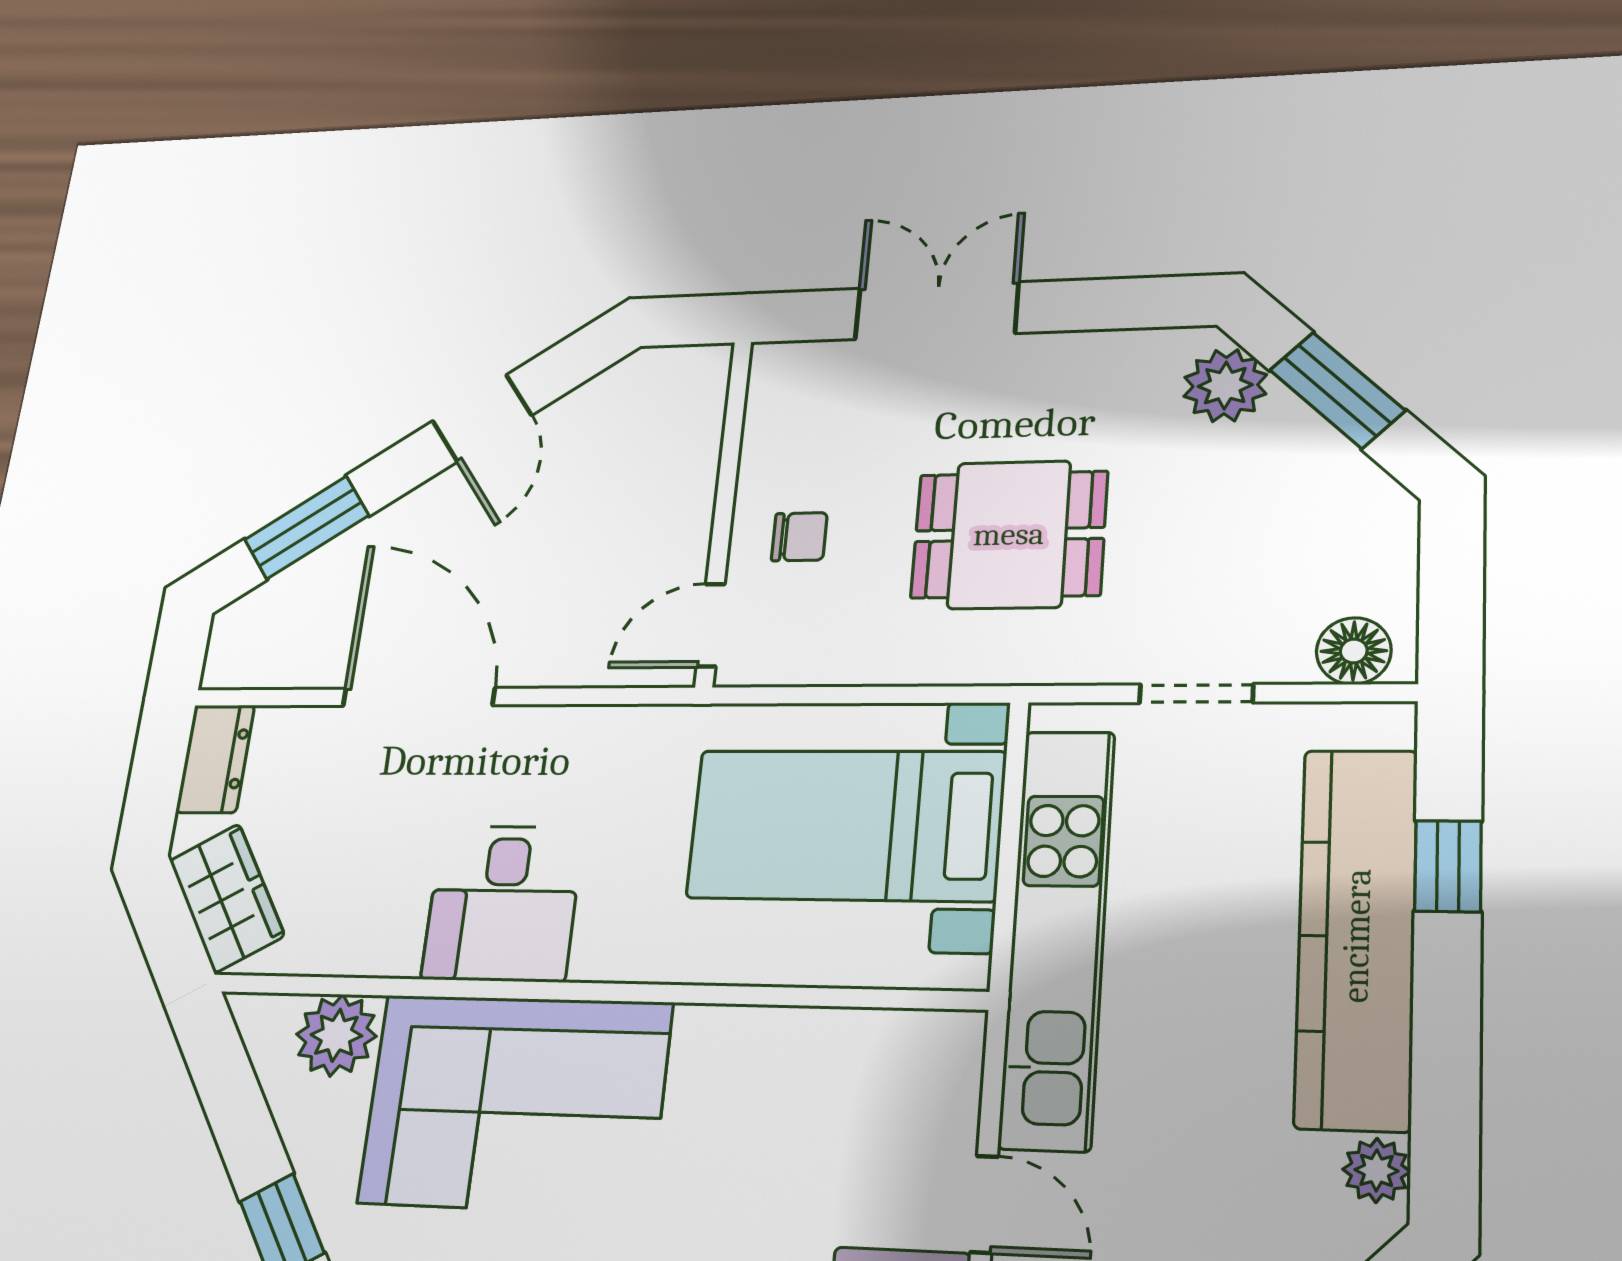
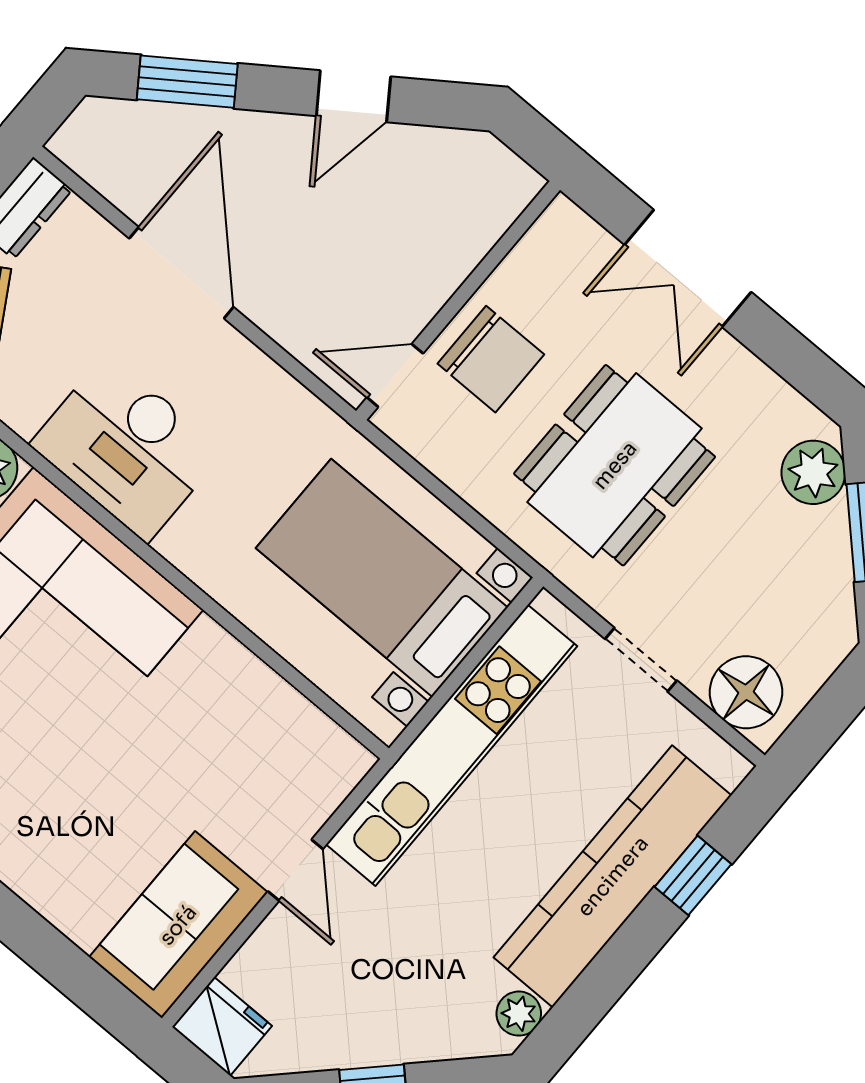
double door: (937, 311) -> (688, 268), swing flipped
dining table: (1009, 535) -> (615, 465), width x1.38
chair: (799, 537) -> (491, 359), width x1.87, depth x1.87
floor lamp: (1354, 651) -> (746, 692), width x1.38, depth x1.38
desk: (503, 903) -> (127, 448), width x1.37

